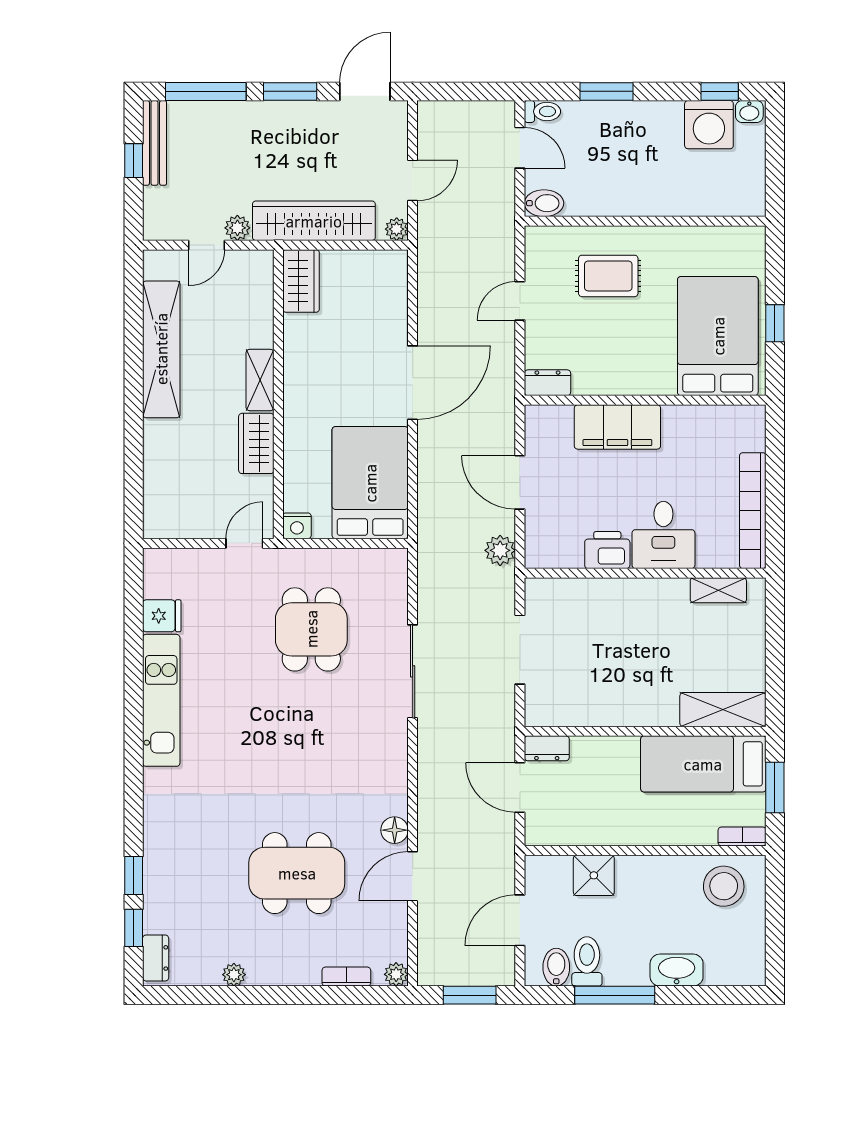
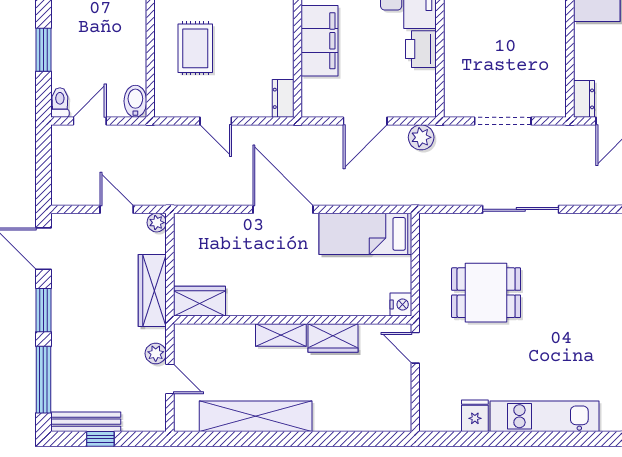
wardrobe: (314, 221) -> (152, 291), width x0.71, depth x0.85
bed: (370, 483) -> (365, 234), width x0.67

